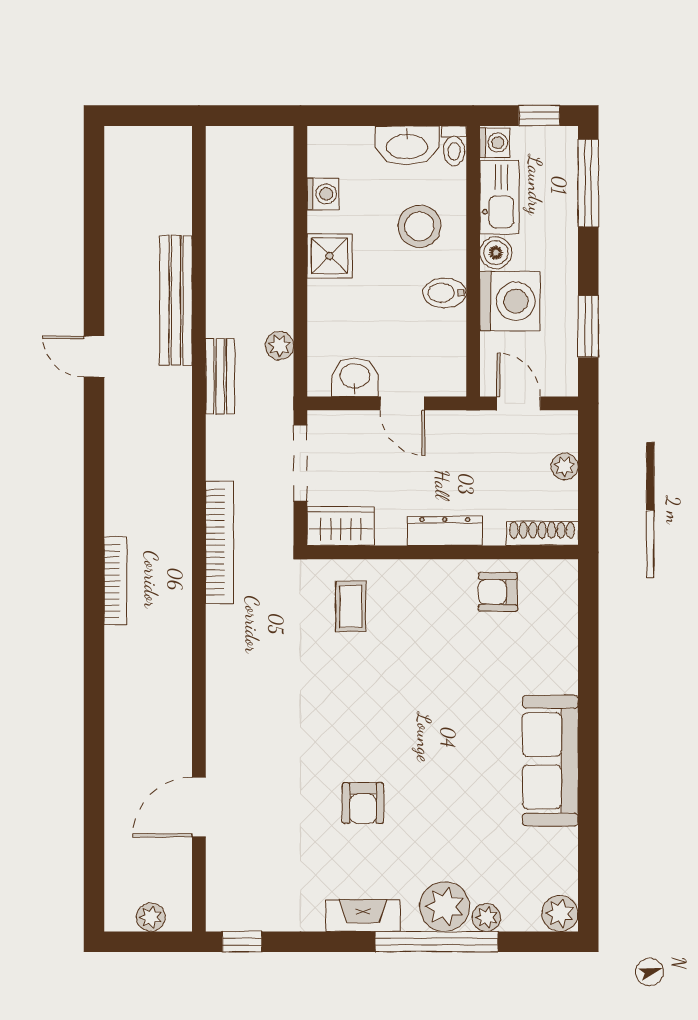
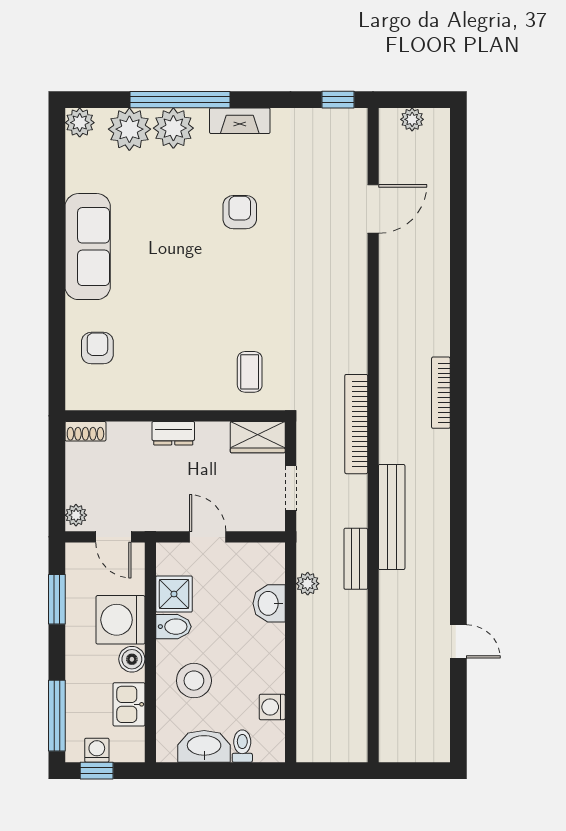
washing machine: (495, 143) -> (97, 750), moved, turned 90
toilet: (454, 146) -> (242, 746), moved
kitchen sink: (499, 197) -> (129, 704), width x0.73
shower: (330, 256) -> (174, 594), moved
bench: (176, 300) -> (392, 517), moved
door: (94, 356) -> (458, 641), moved
washbasin: (355, 377) -> (269, 603), moved, turned 90
doorway: (300, 463) -> (291, 488), width x0.73
plant: (565, 466) -> (76, 515), moved
dresser: (445, 531) -> (173, 433), width x0.70
shoe rack: (542, 533) -> (85, 431), width x0.70
armchair: (498, 592) -> (97, 348), moved, turned -90
plant: (486, 917) -> (129, 129), width x1.87, depth x1.87

